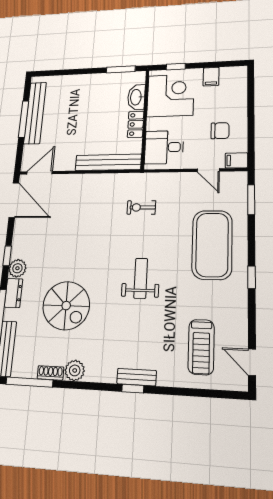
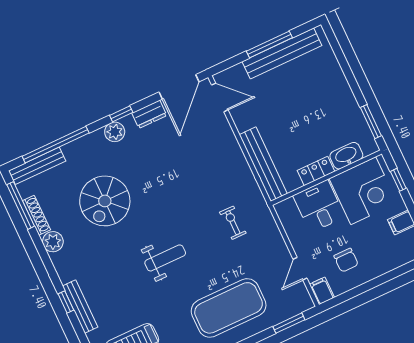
desk: (164, 147) -> (319, 206), moved
dresser: (14, 293) -> (149, 114), moved
shoe rack: (50, 373) -> (36, 215), width x1.43
bench: (137, 377) -> (80, 307), width x1.36

